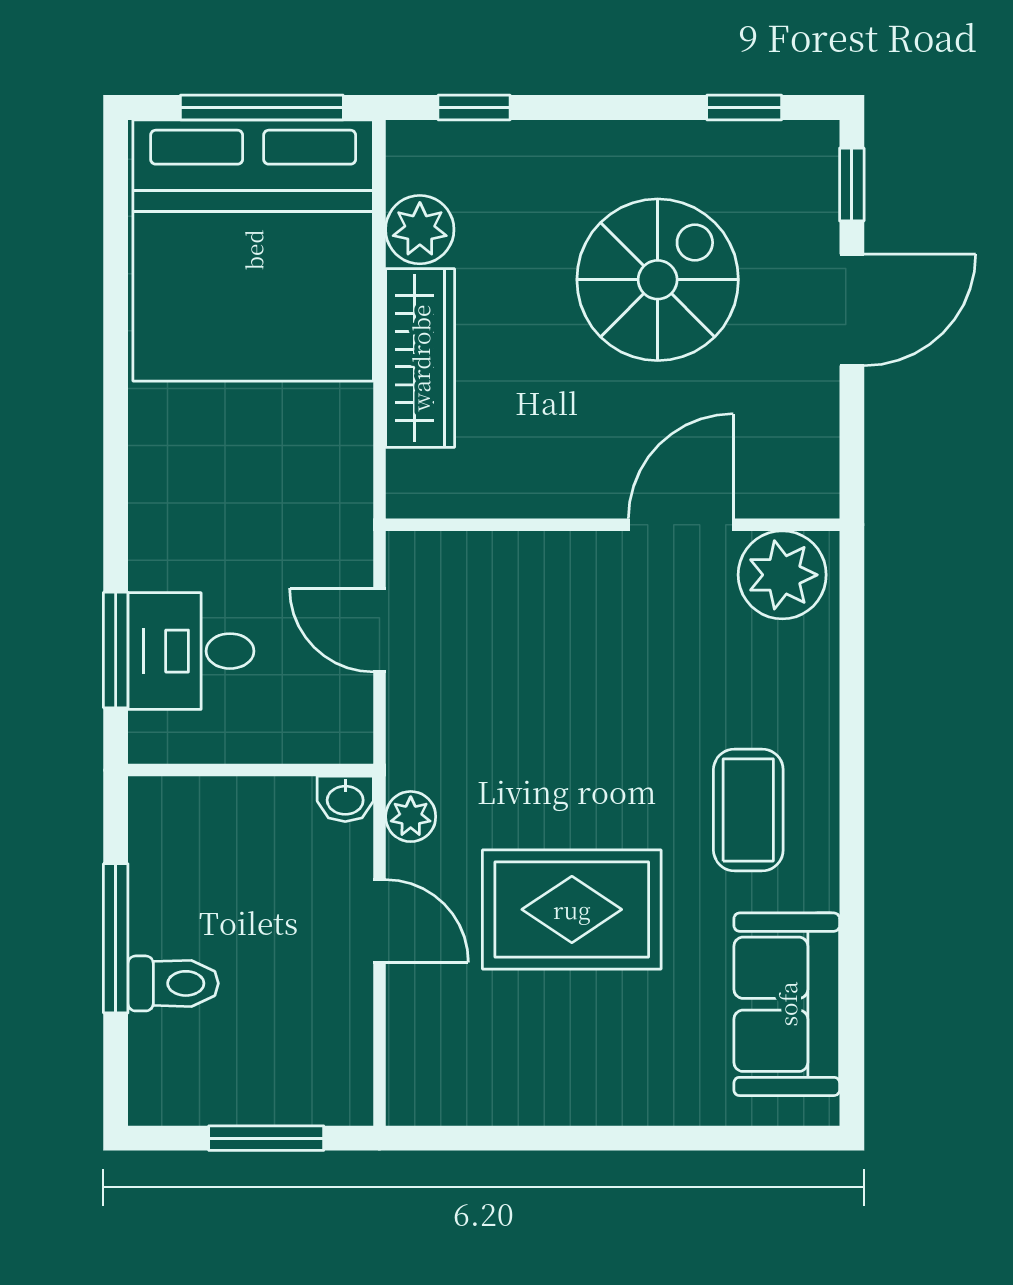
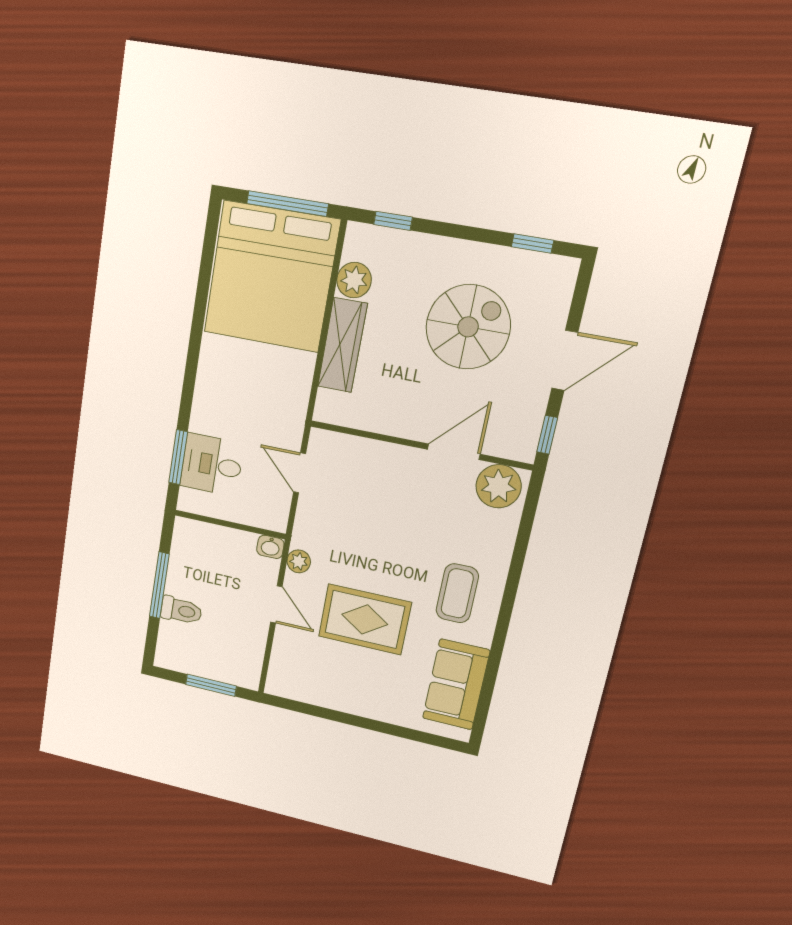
window: (852, 184) -> (547, 435), moved

